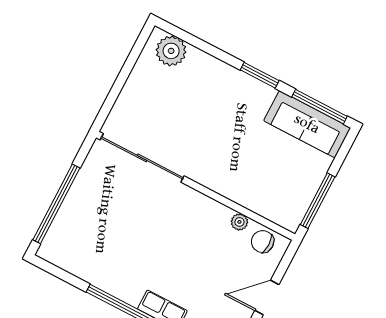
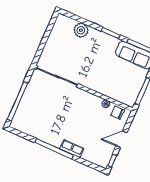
plant: (171, 51) -> (81, 30), moved

